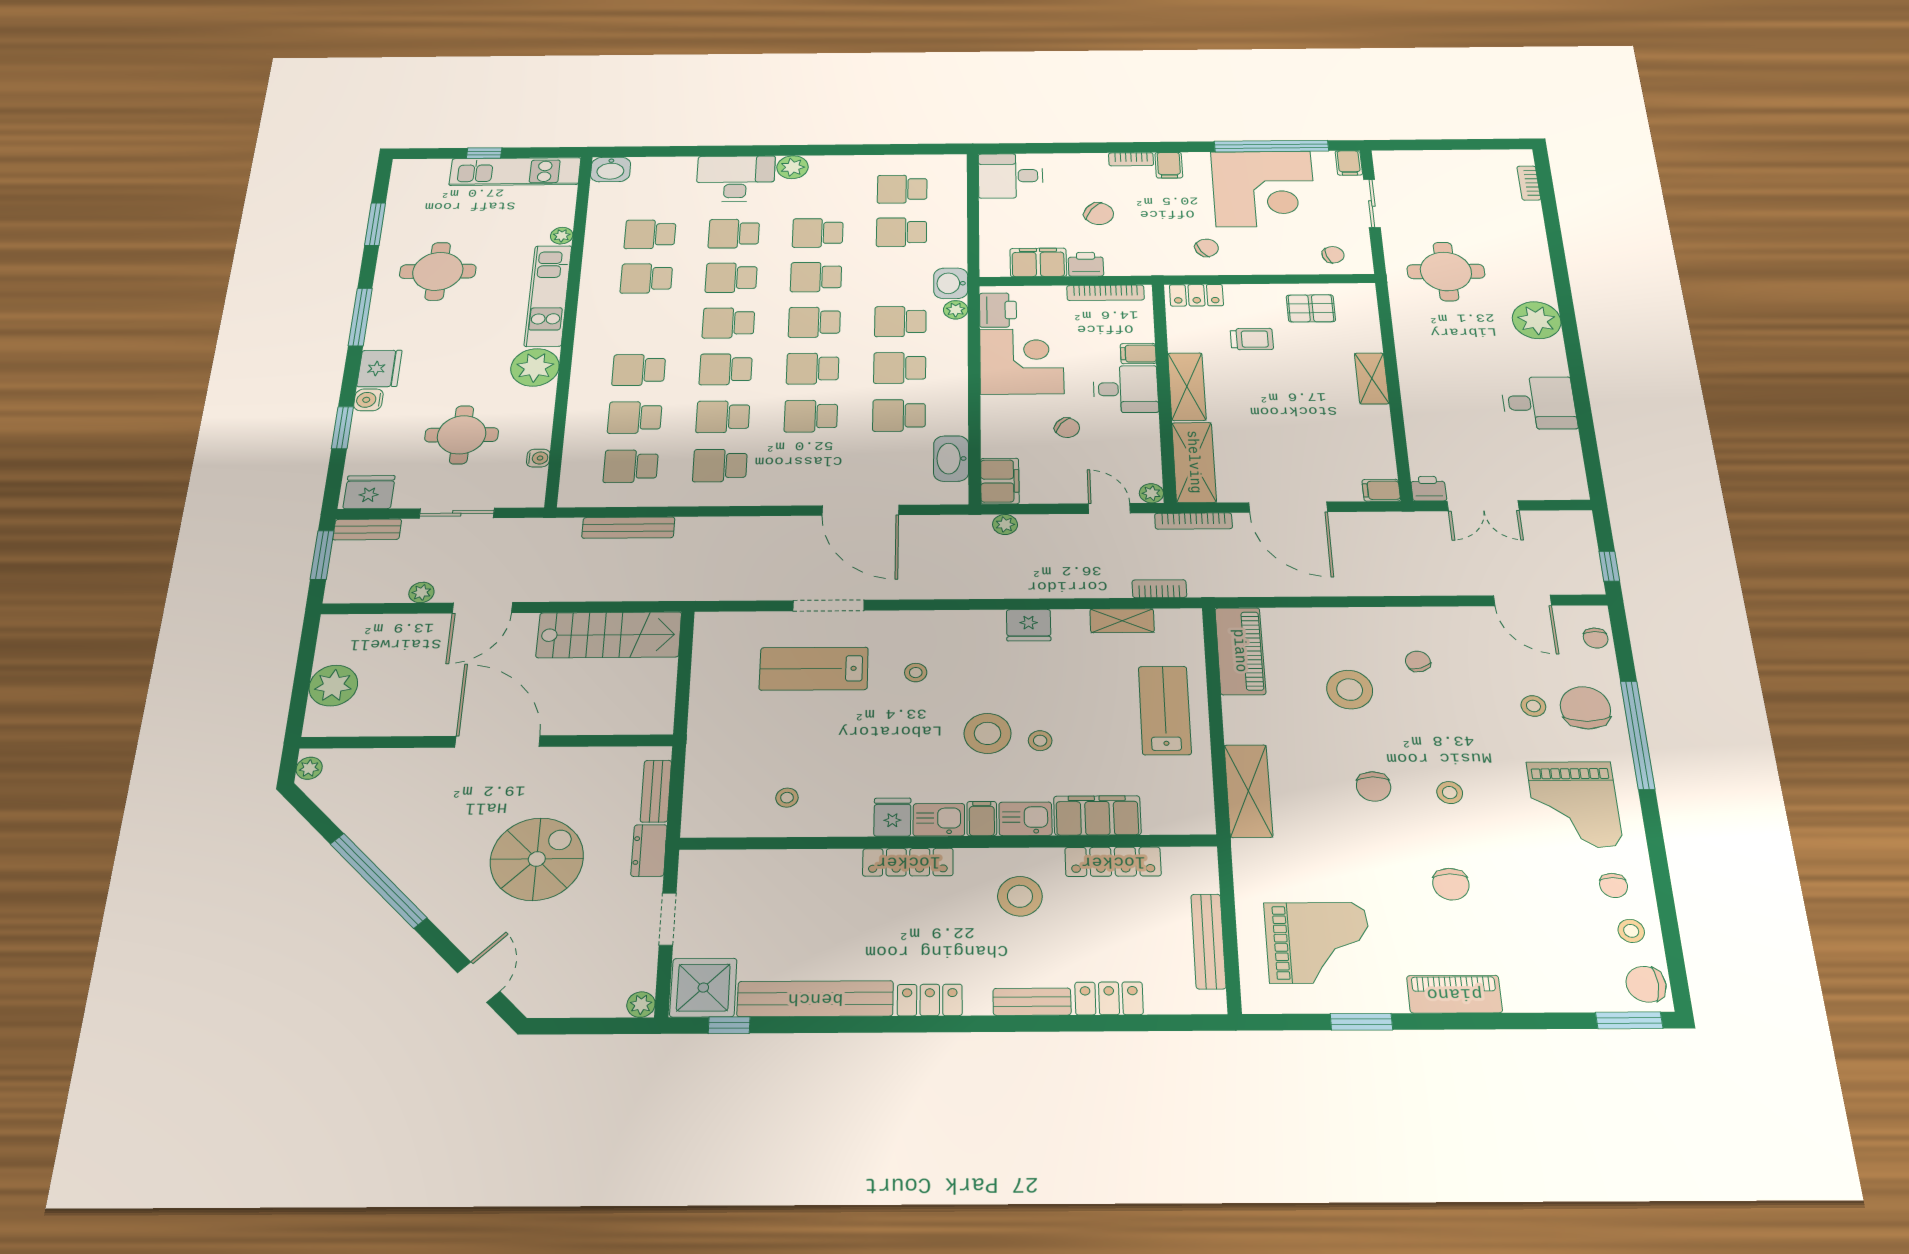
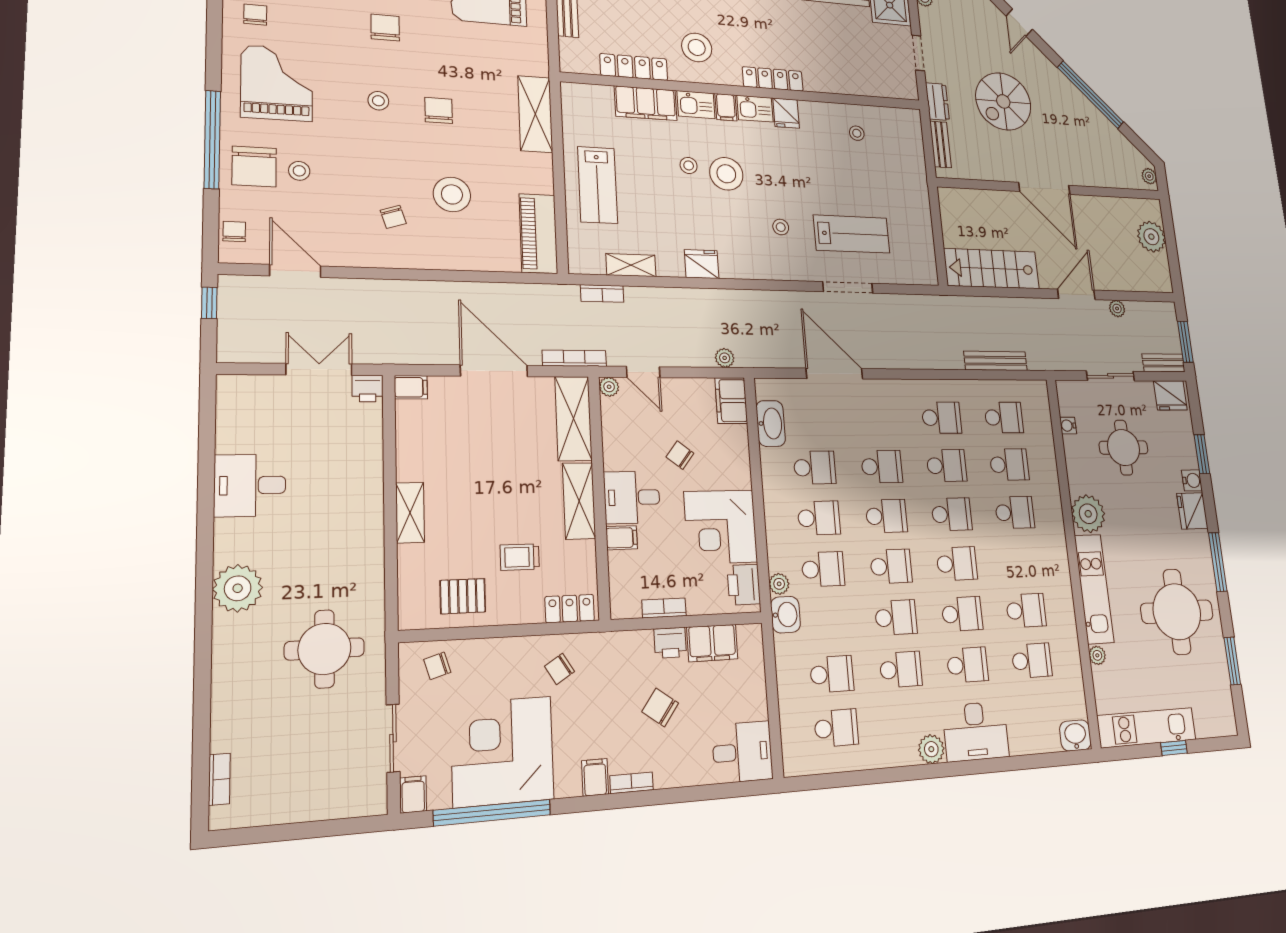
round table: (438, 271) -> (1177, 612), width x1.36, depth x1.36
bookcase: (1105, 293) -> (664, 608), width x0.64

